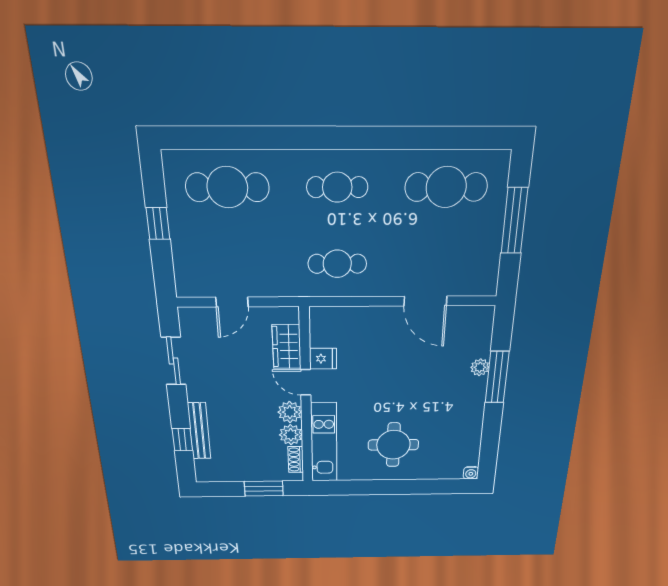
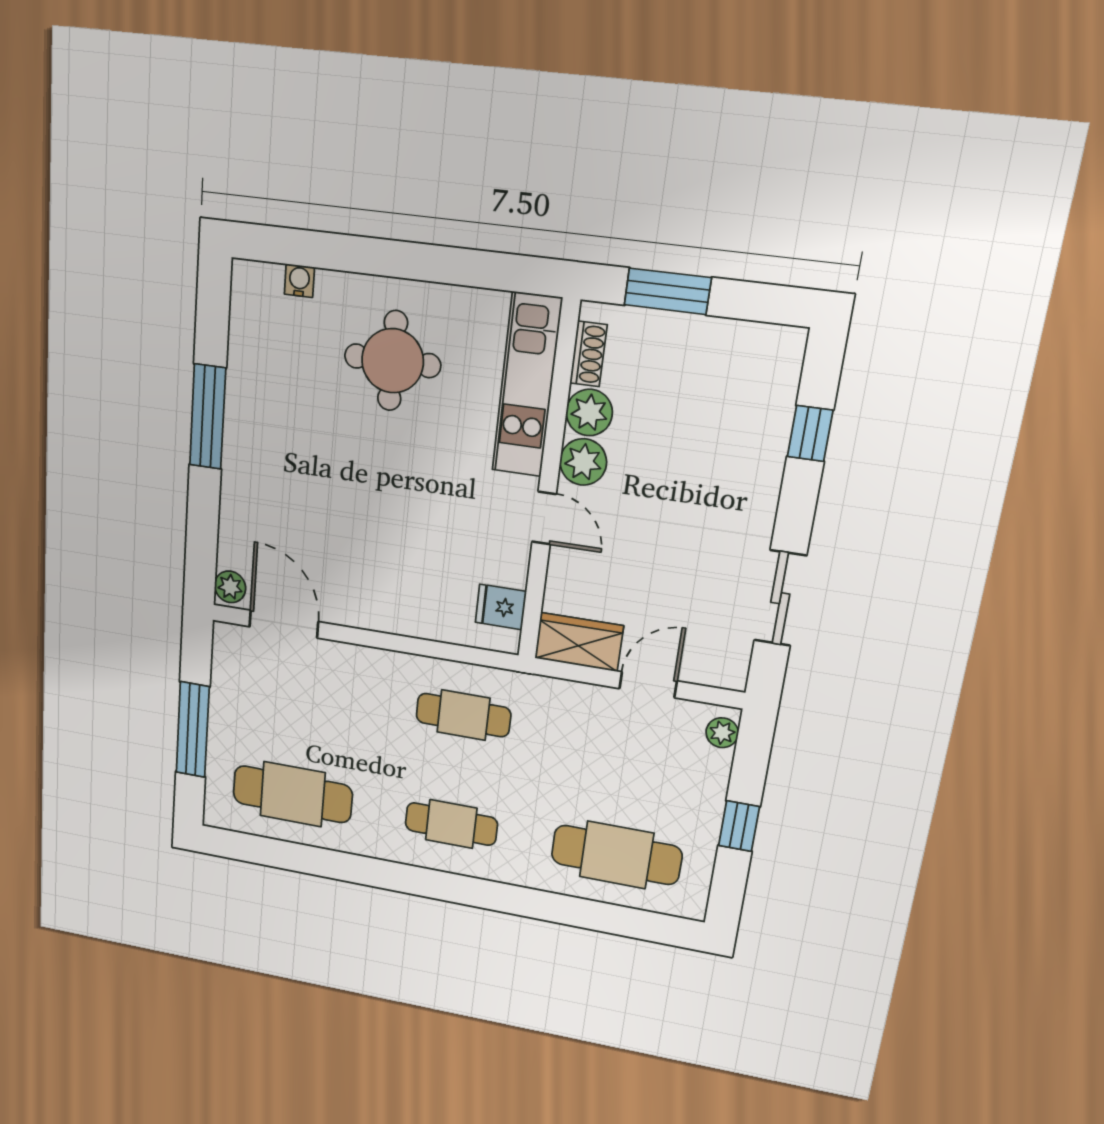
plant: (184, 281) -> (722, 733), added
door: (425, 301) -> (284, 624), moved
wardrobe: (287, 347) -> (579, 642), moved, turned -90
fridge: (323, 359) -> (501, 607), moved
plant: (480, 367) -> (230, 587), moved
window: (497, 377) -> (208, 417), moved
bench: (199, 431) -> (770, 448), removed
water cooler: (471, 473) -> (299, 281), moved

